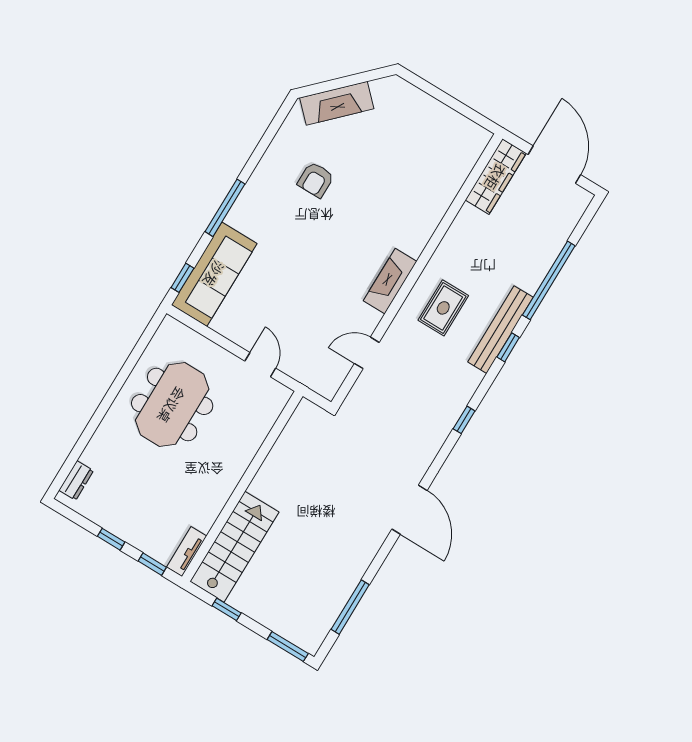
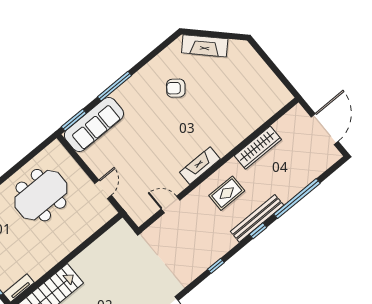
wardrobe: (496, 177) -> (258, 148), moved
armchair: (316, 180) -> (176, 88), turned 38
window: (182, 278) -> (74, 120), width x1.50

